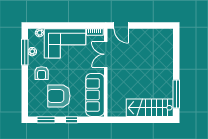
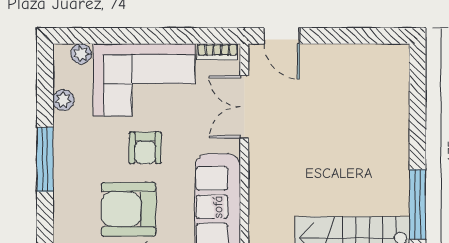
window: (25, 52) -> (45, 159), moved
armchair: (42, 73) -> (145, 148), moved

